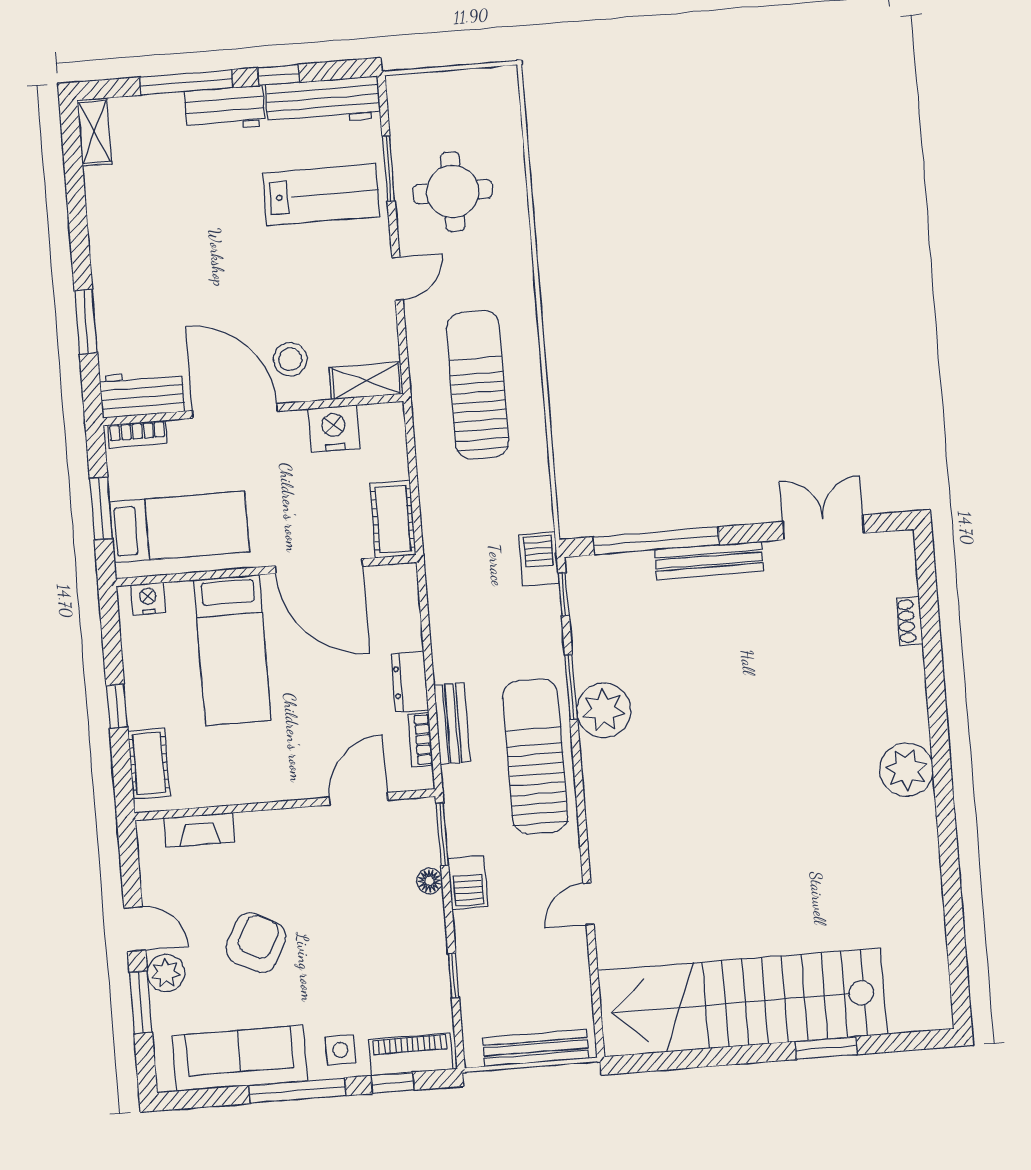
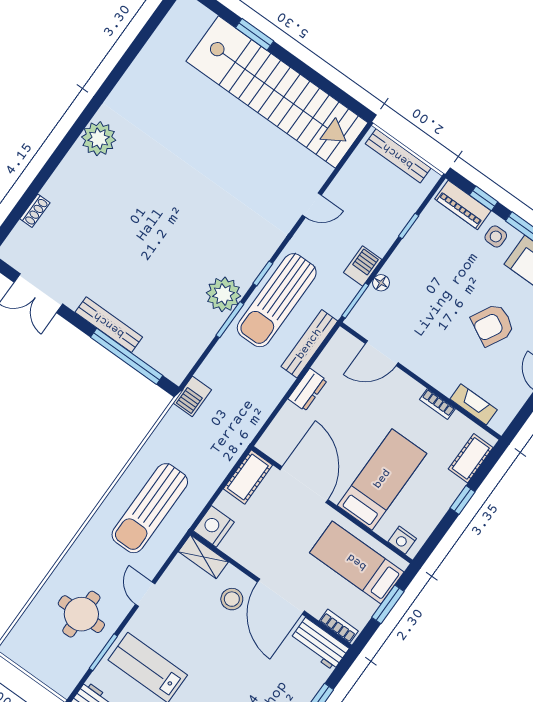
door: (397, 279) -> (145, 594), hinge flipped
nightstand: (334, 428) -> (214, 526), moved, turned 90
window: (564, 594) -> (263, 273), moved
bench: (452, 723) -> (309, 344), width x1.36
bookcase: (420, 740) -> (437, 404), moved, turned 90

